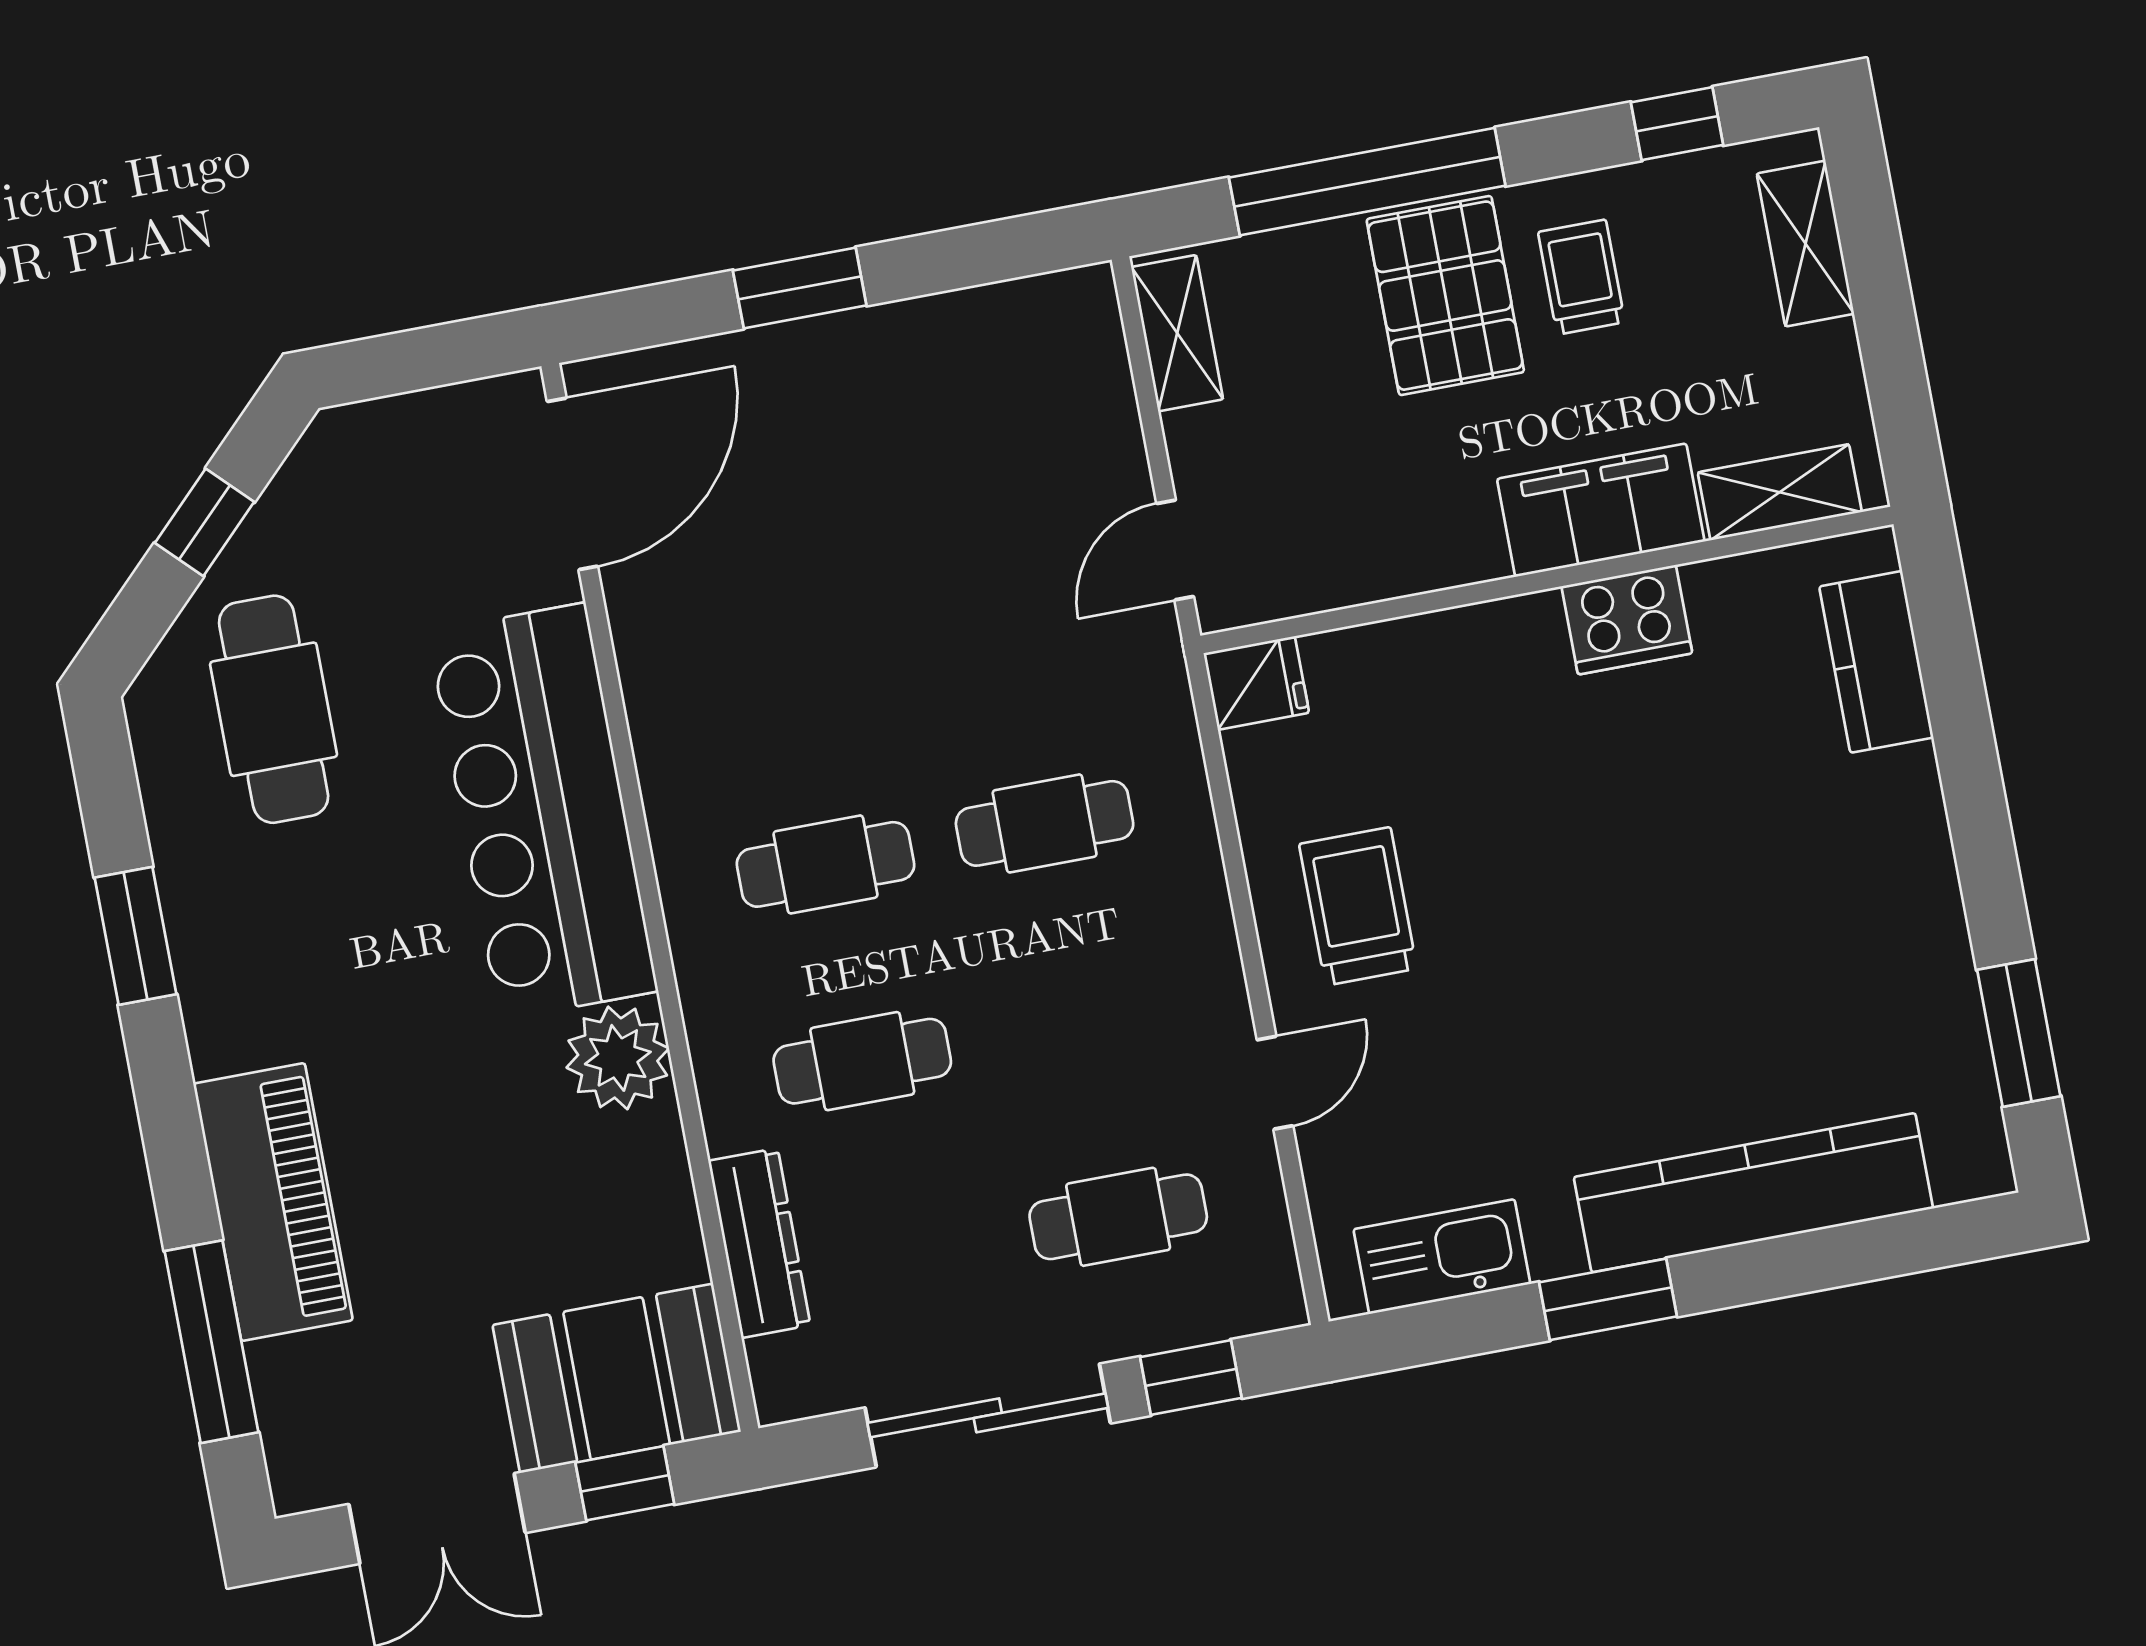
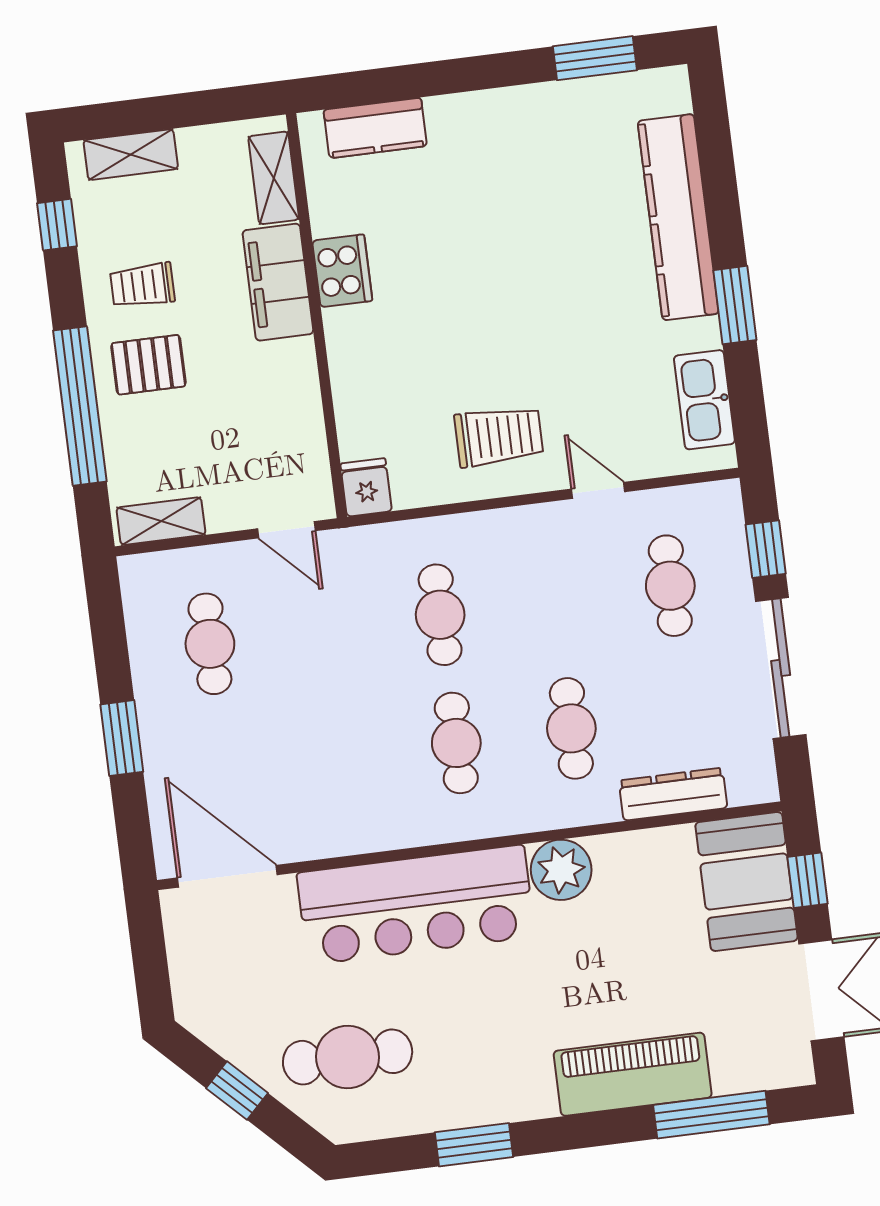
pallet: (1445, 296) -> (148, 365), width x0.67, depth x0.71
cafe table: (971, 430) -> (210, 644), added
trolley: (1358, 906) -> (499, 436), turned 180

